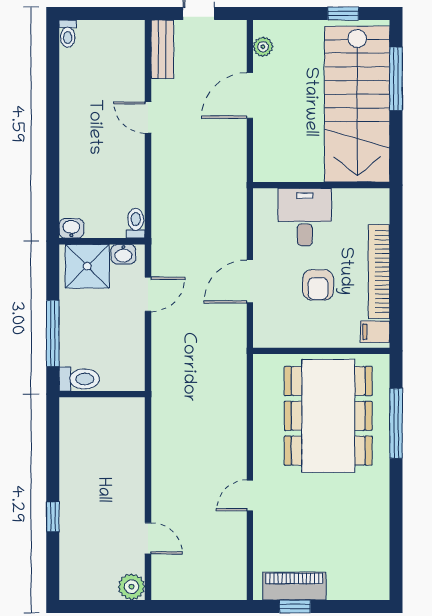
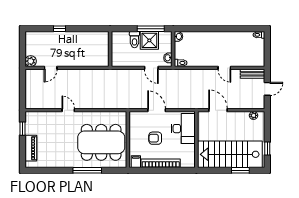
window: (396, 79) -> (240, 170), width x0.69
door: (250, 95) -> (218, 110), moved
door: (148, 117) -> (224, 68), swing flipped
desk: (305, 217) -> (183, 129), width x1.37
shower: (87, 266) -> (149, 40), moved
window: (53, 333) -> (151, 29), moved
toilet: (79, 379) -> (134, 40), moved
window: (396, 423) -> (87, 170), moved
piano: (294, 586) -> (31, 148), moved

